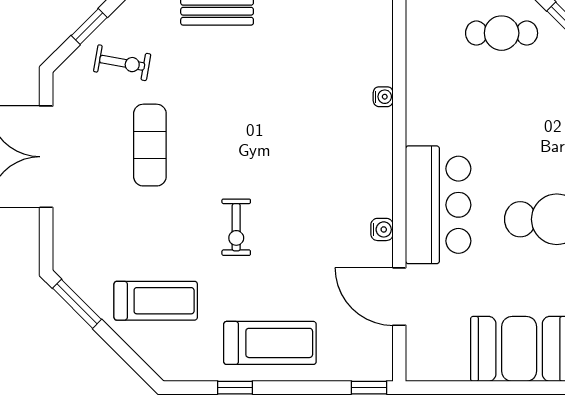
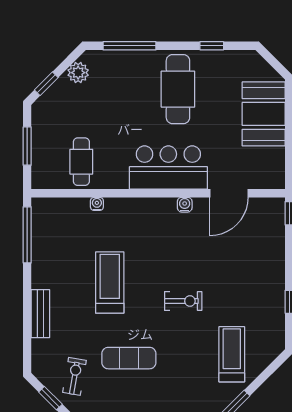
cafe table: (502, 33) -> (81, 162), moved
treadmill: (270, 343) -> (110, 283), moved

